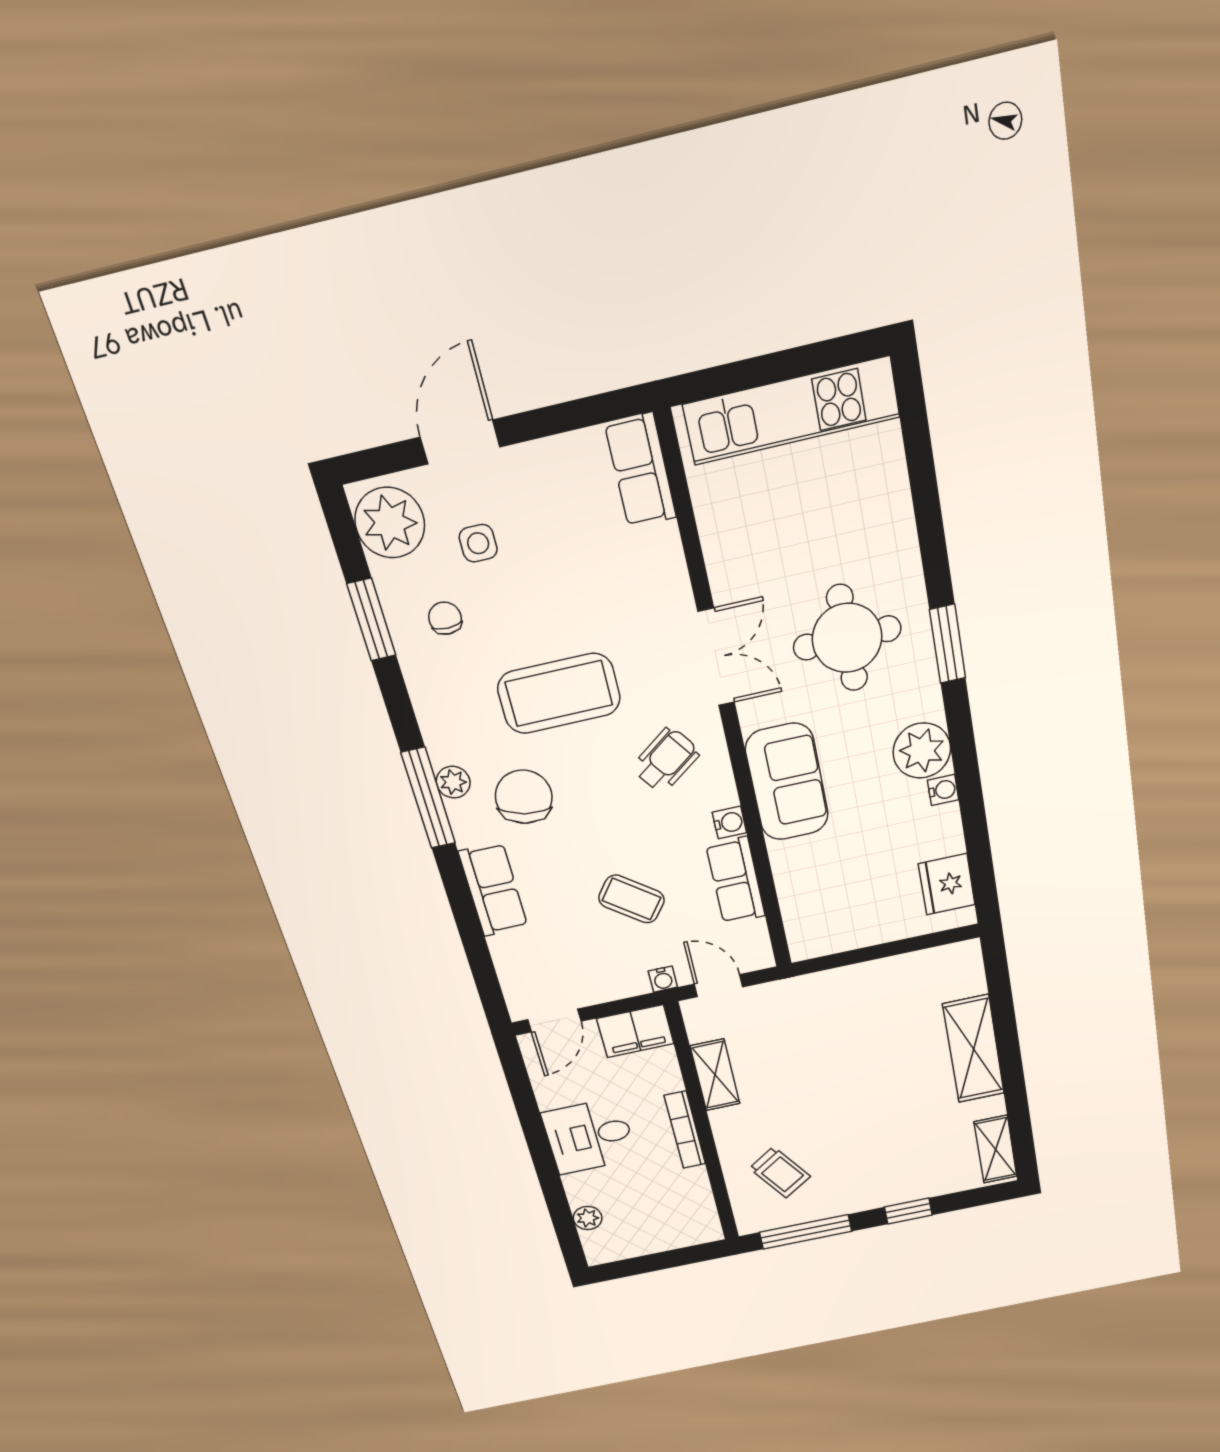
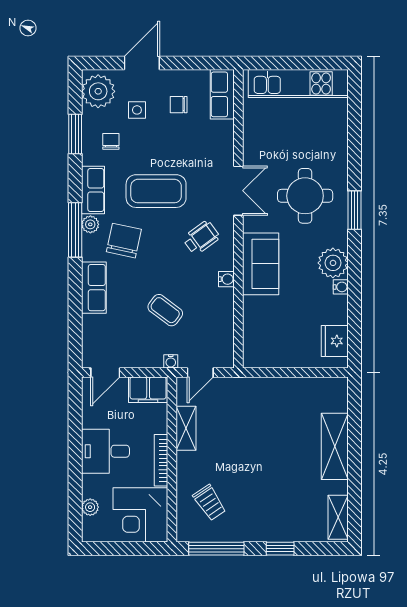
chair: (558, 513) -> (179, 105), added
row of seats: (736, 881) -> (93, 190), moved, turned 180
door: (719, 986) -> (200, 372), swing flipped
corner desk: (672, 1212) -> (140, 515), added

